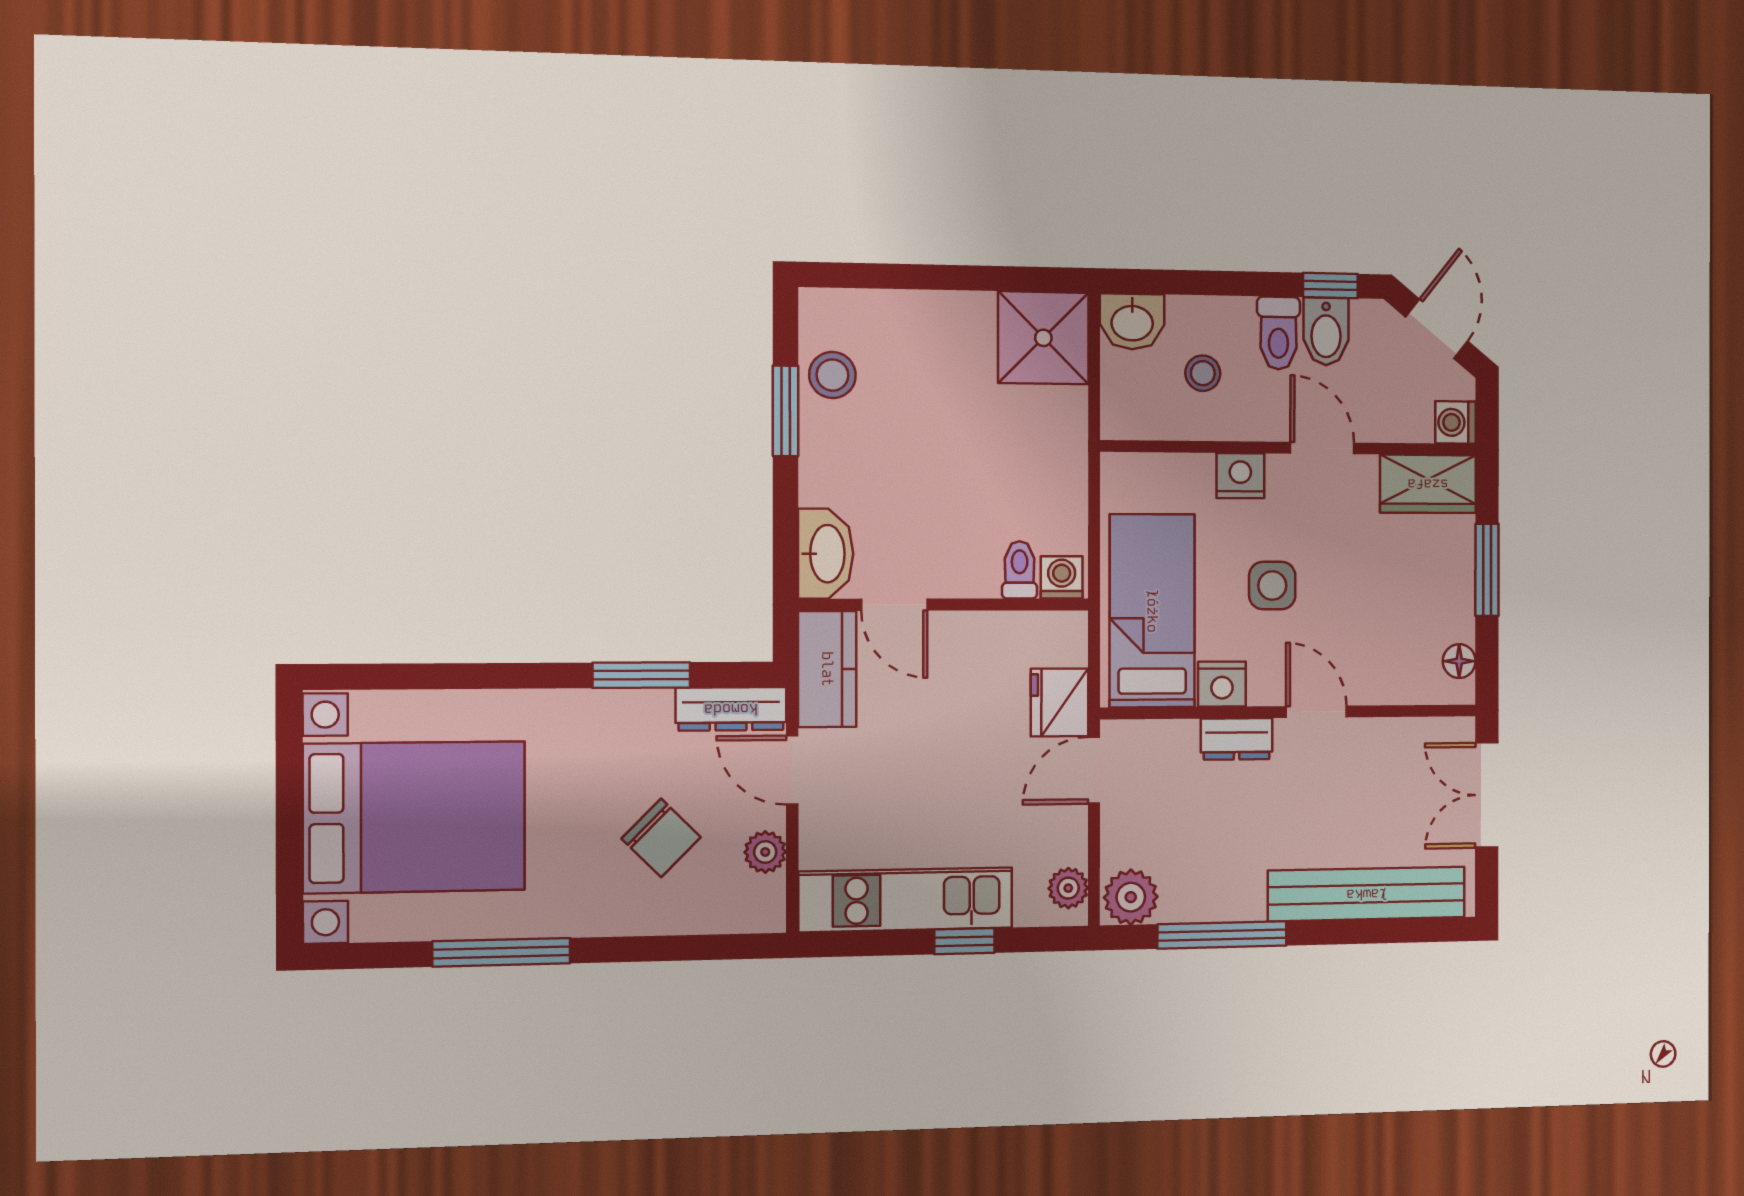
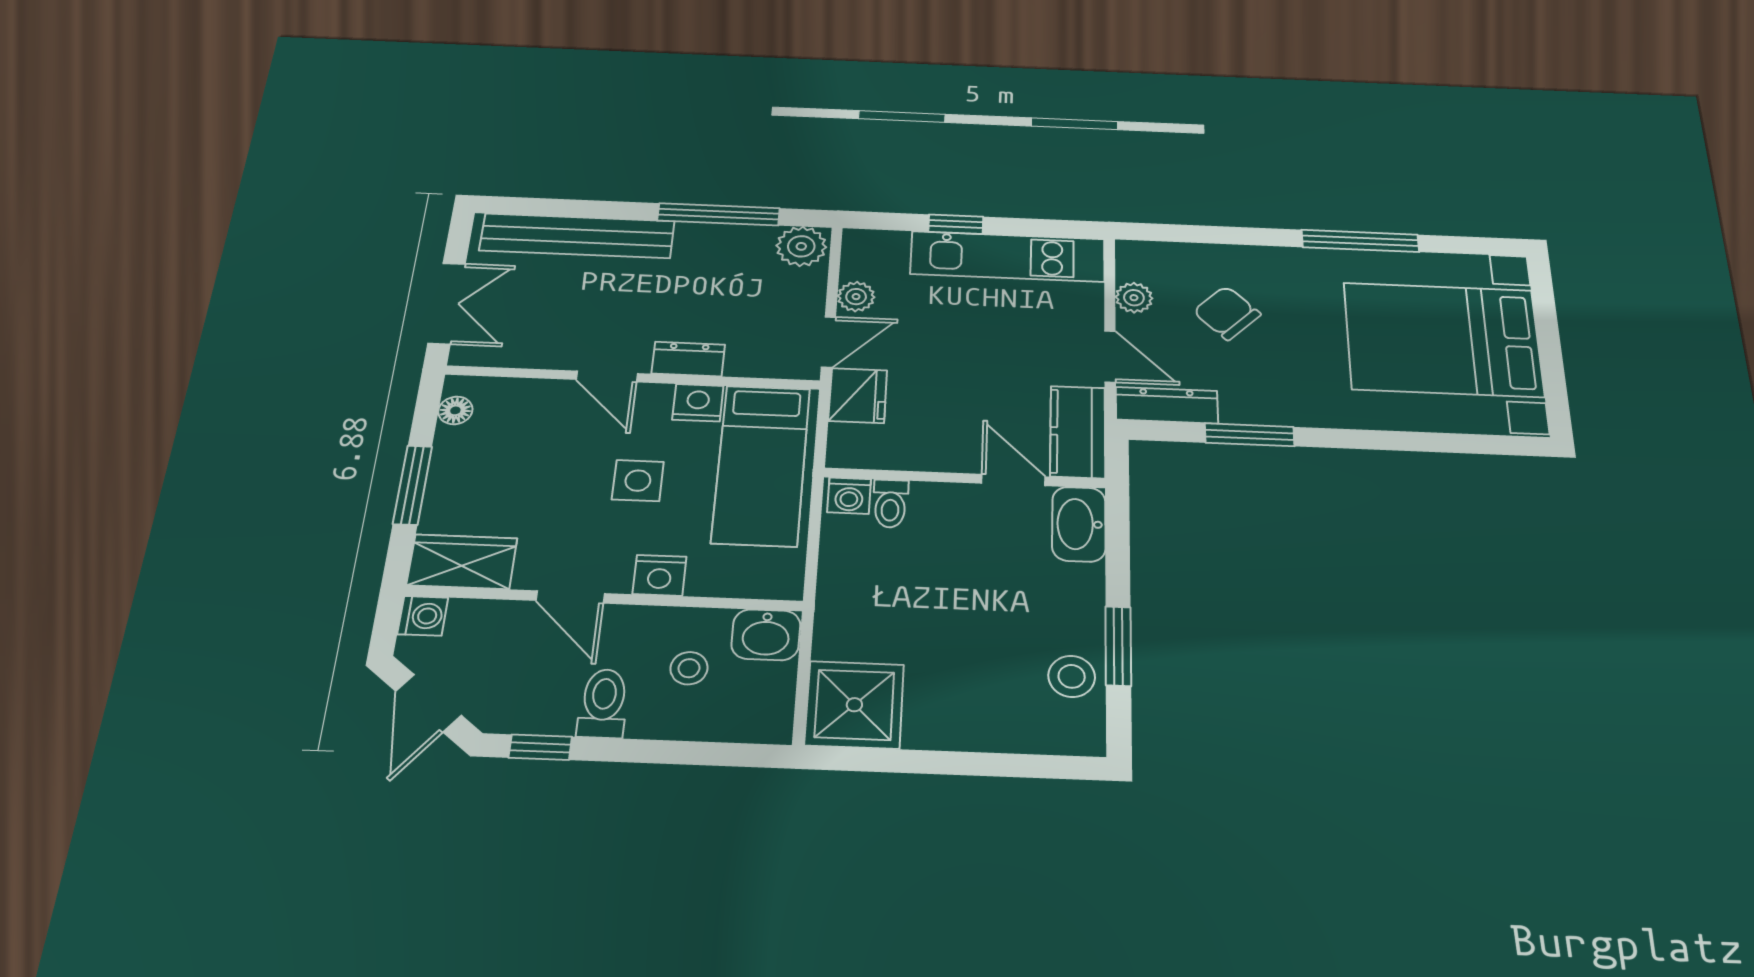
washbasin: (1132, 322) -> (766, 635), moved, turned 180
bidet: (1326, 331) -> (551, 704), removed
plant: (1068, 888) -> (856, 297), moved

